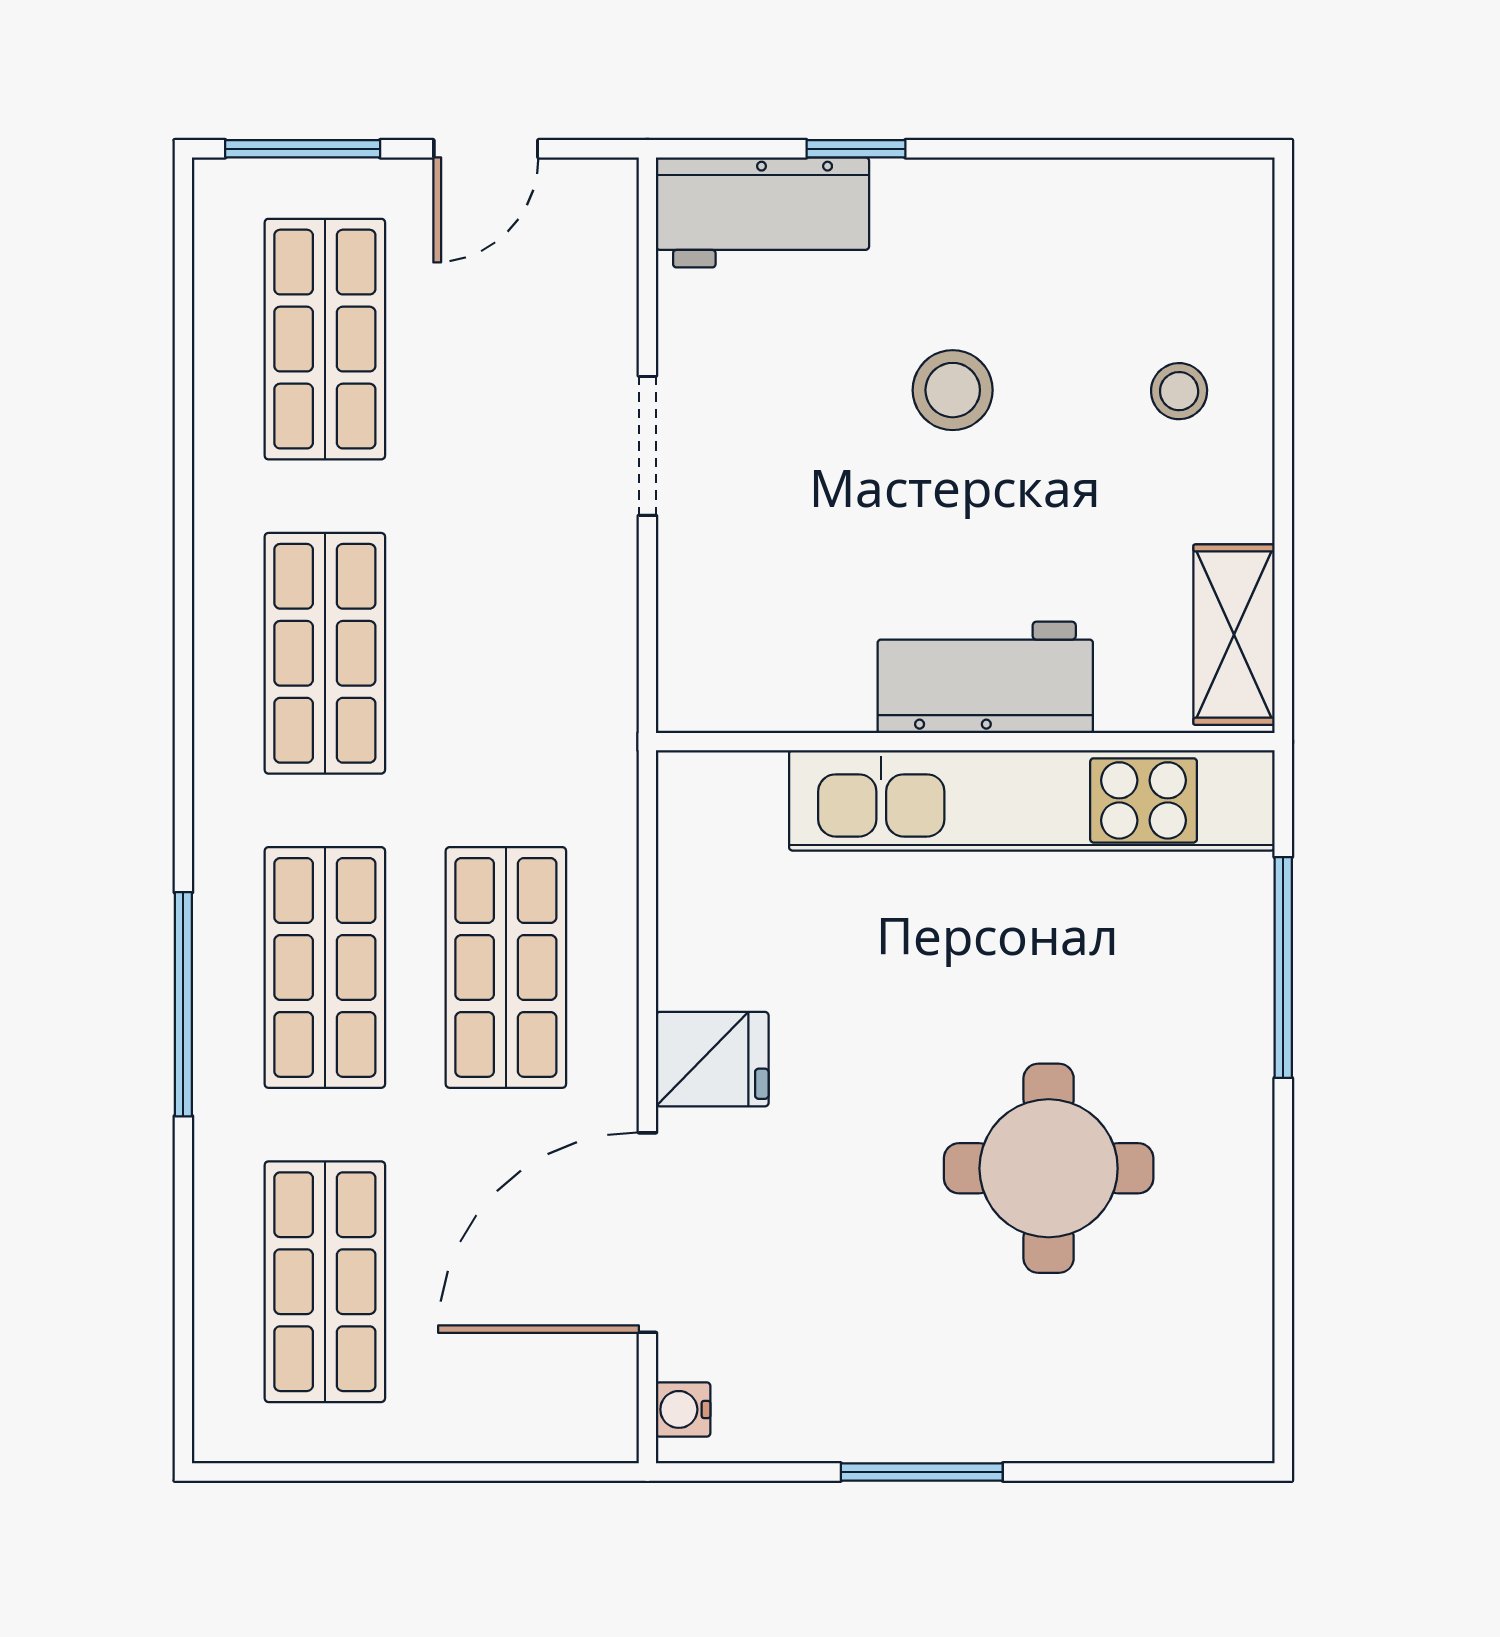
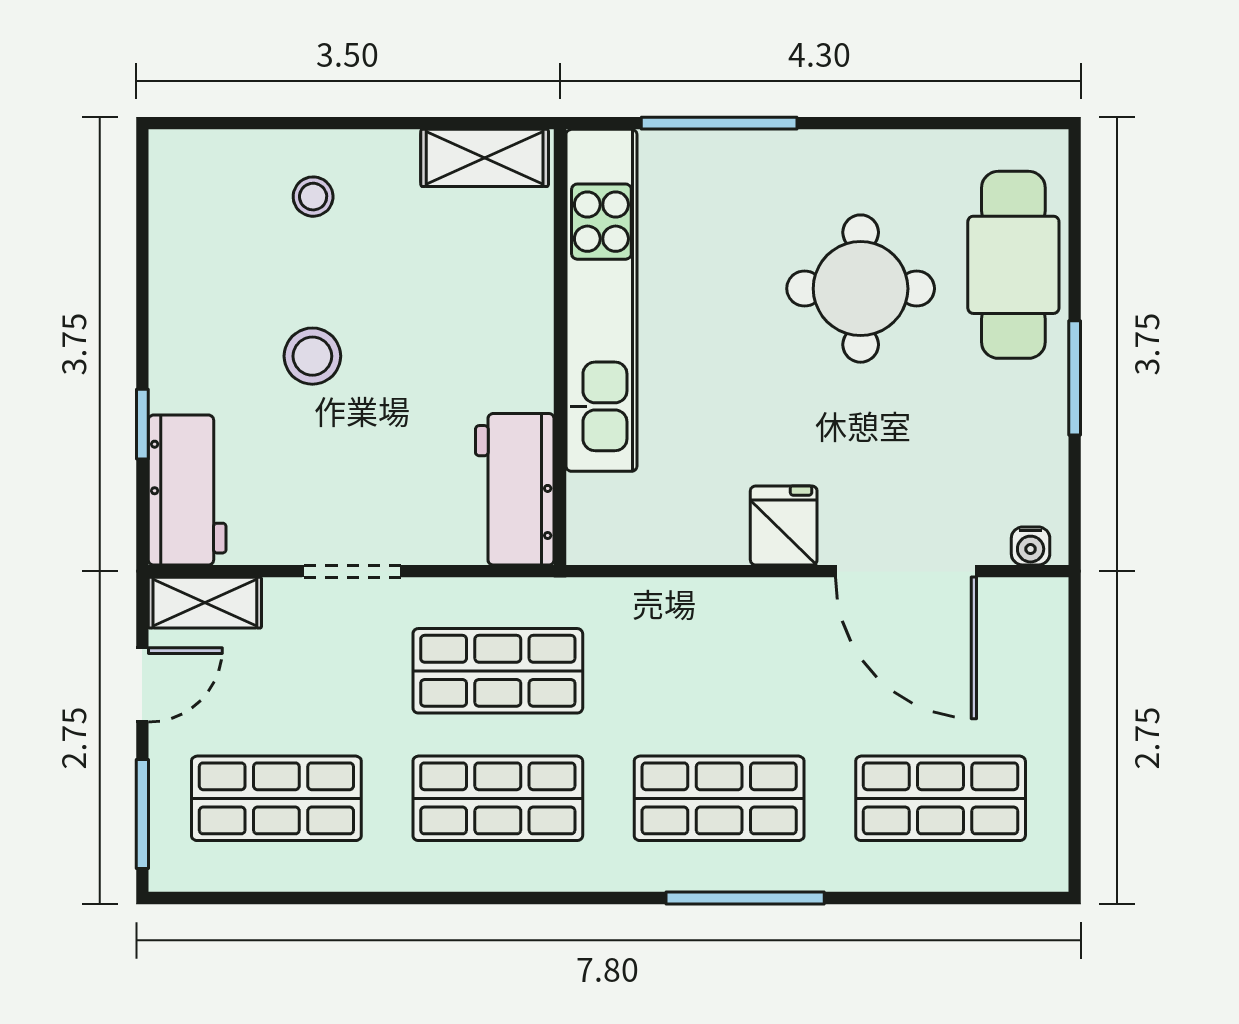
door: (486, 149) -> (142, 685), hinge flipped
shelving: (603, 238) -> (205, 603), added
workbench: (985, 677) -> (515, 489), moved
shop shelf: (506, 967) -> (498, 671), moved
cafe table: (1082, 1385) -> (1013, 265), added

